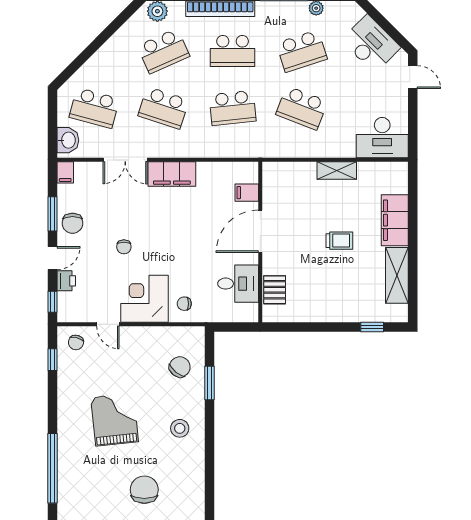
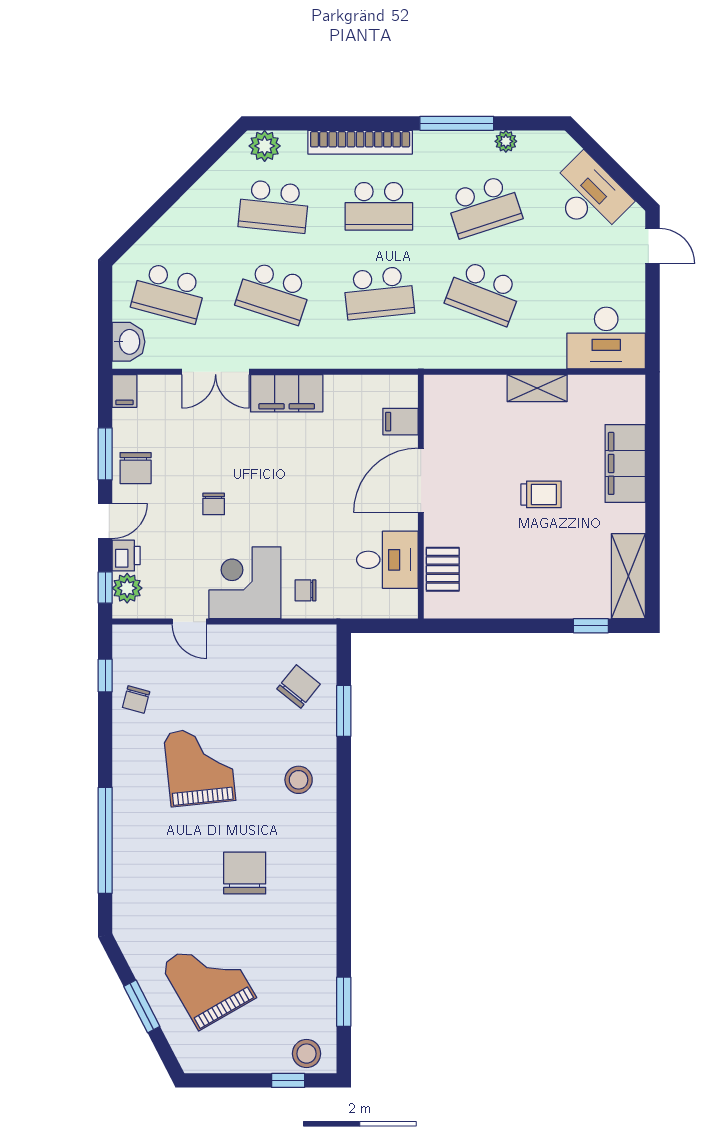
school desk: (163, 51) -> (274, 206), turned 30
shelving: (397, 275) -> (628, 576), moved
plant: (67, 302) -> (127, 588), added
chair: (76, 342) -> (136, 700), moved

